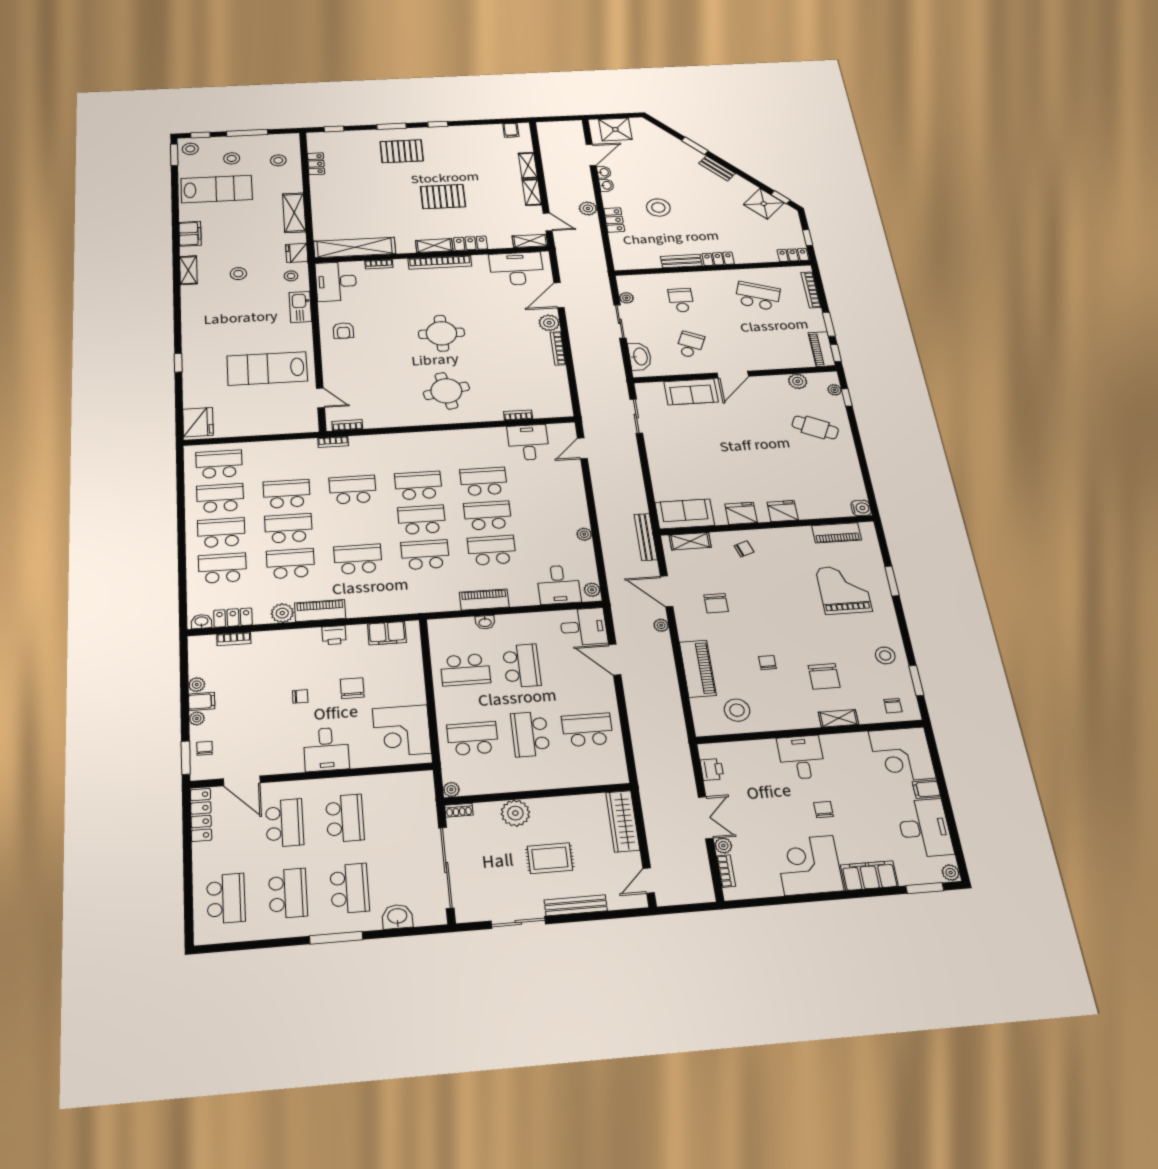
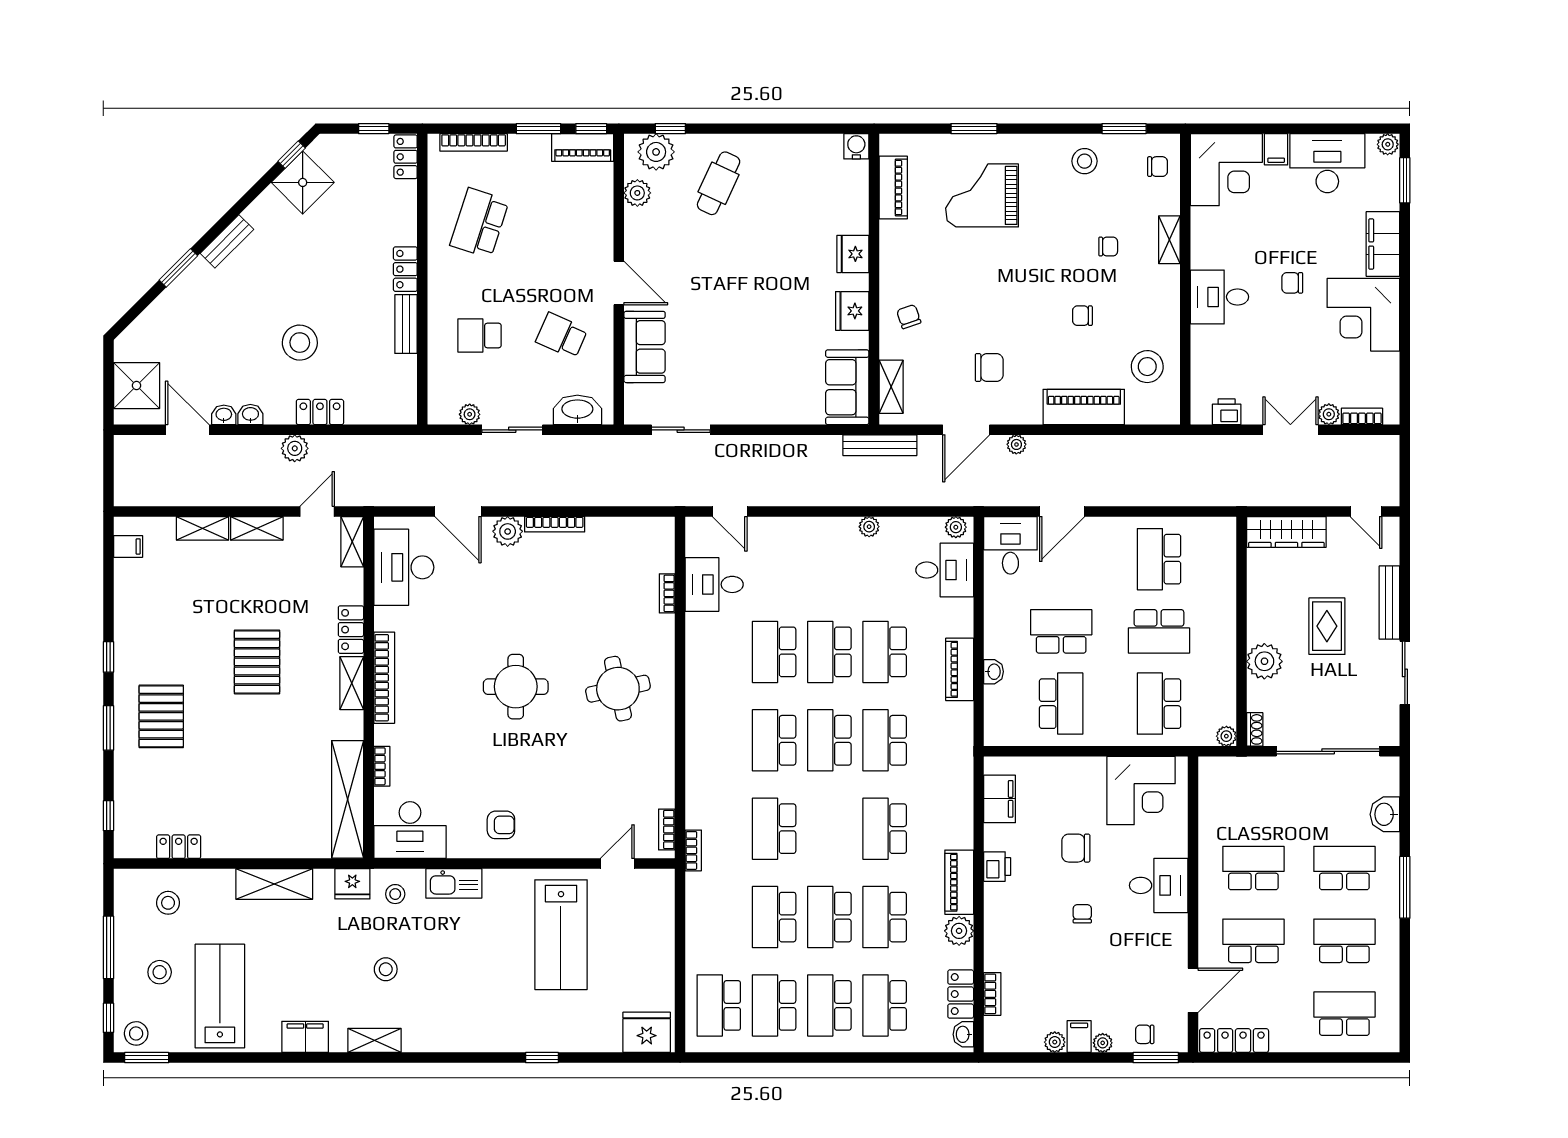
plant: (835, 390) -> (656, 152), width x1.88, depth x1.88
chair: (824, 676) -> (1108, 247), width x0.54, depth x0.54

